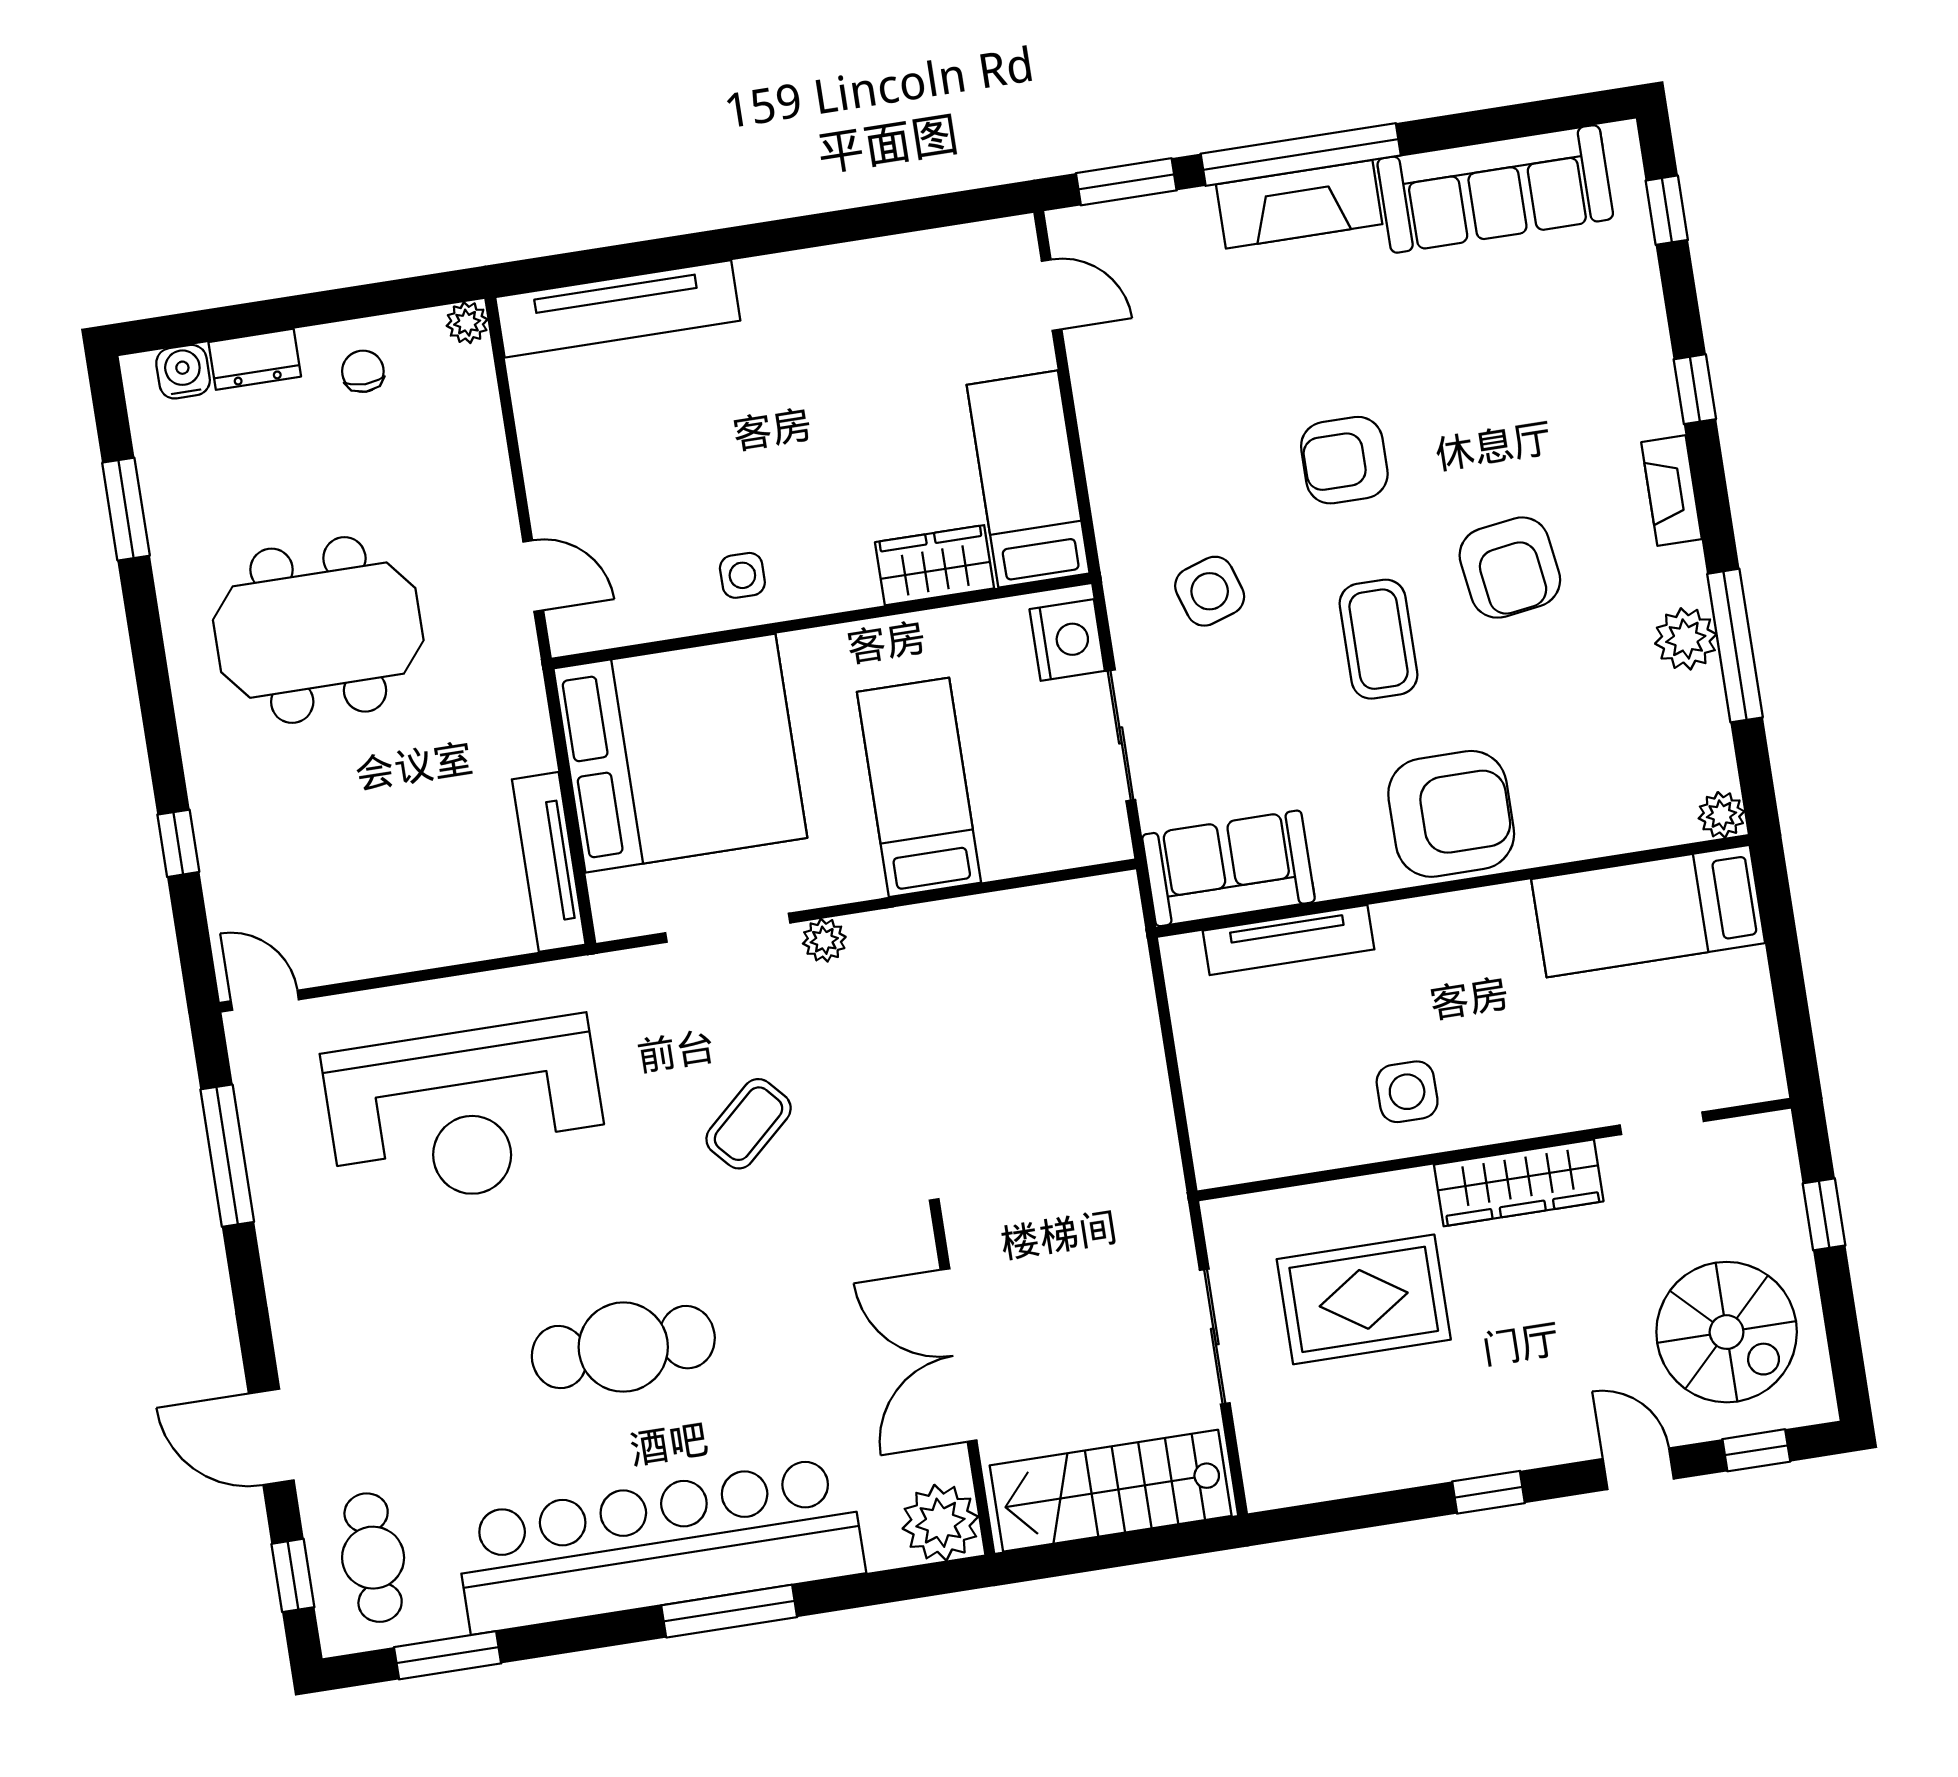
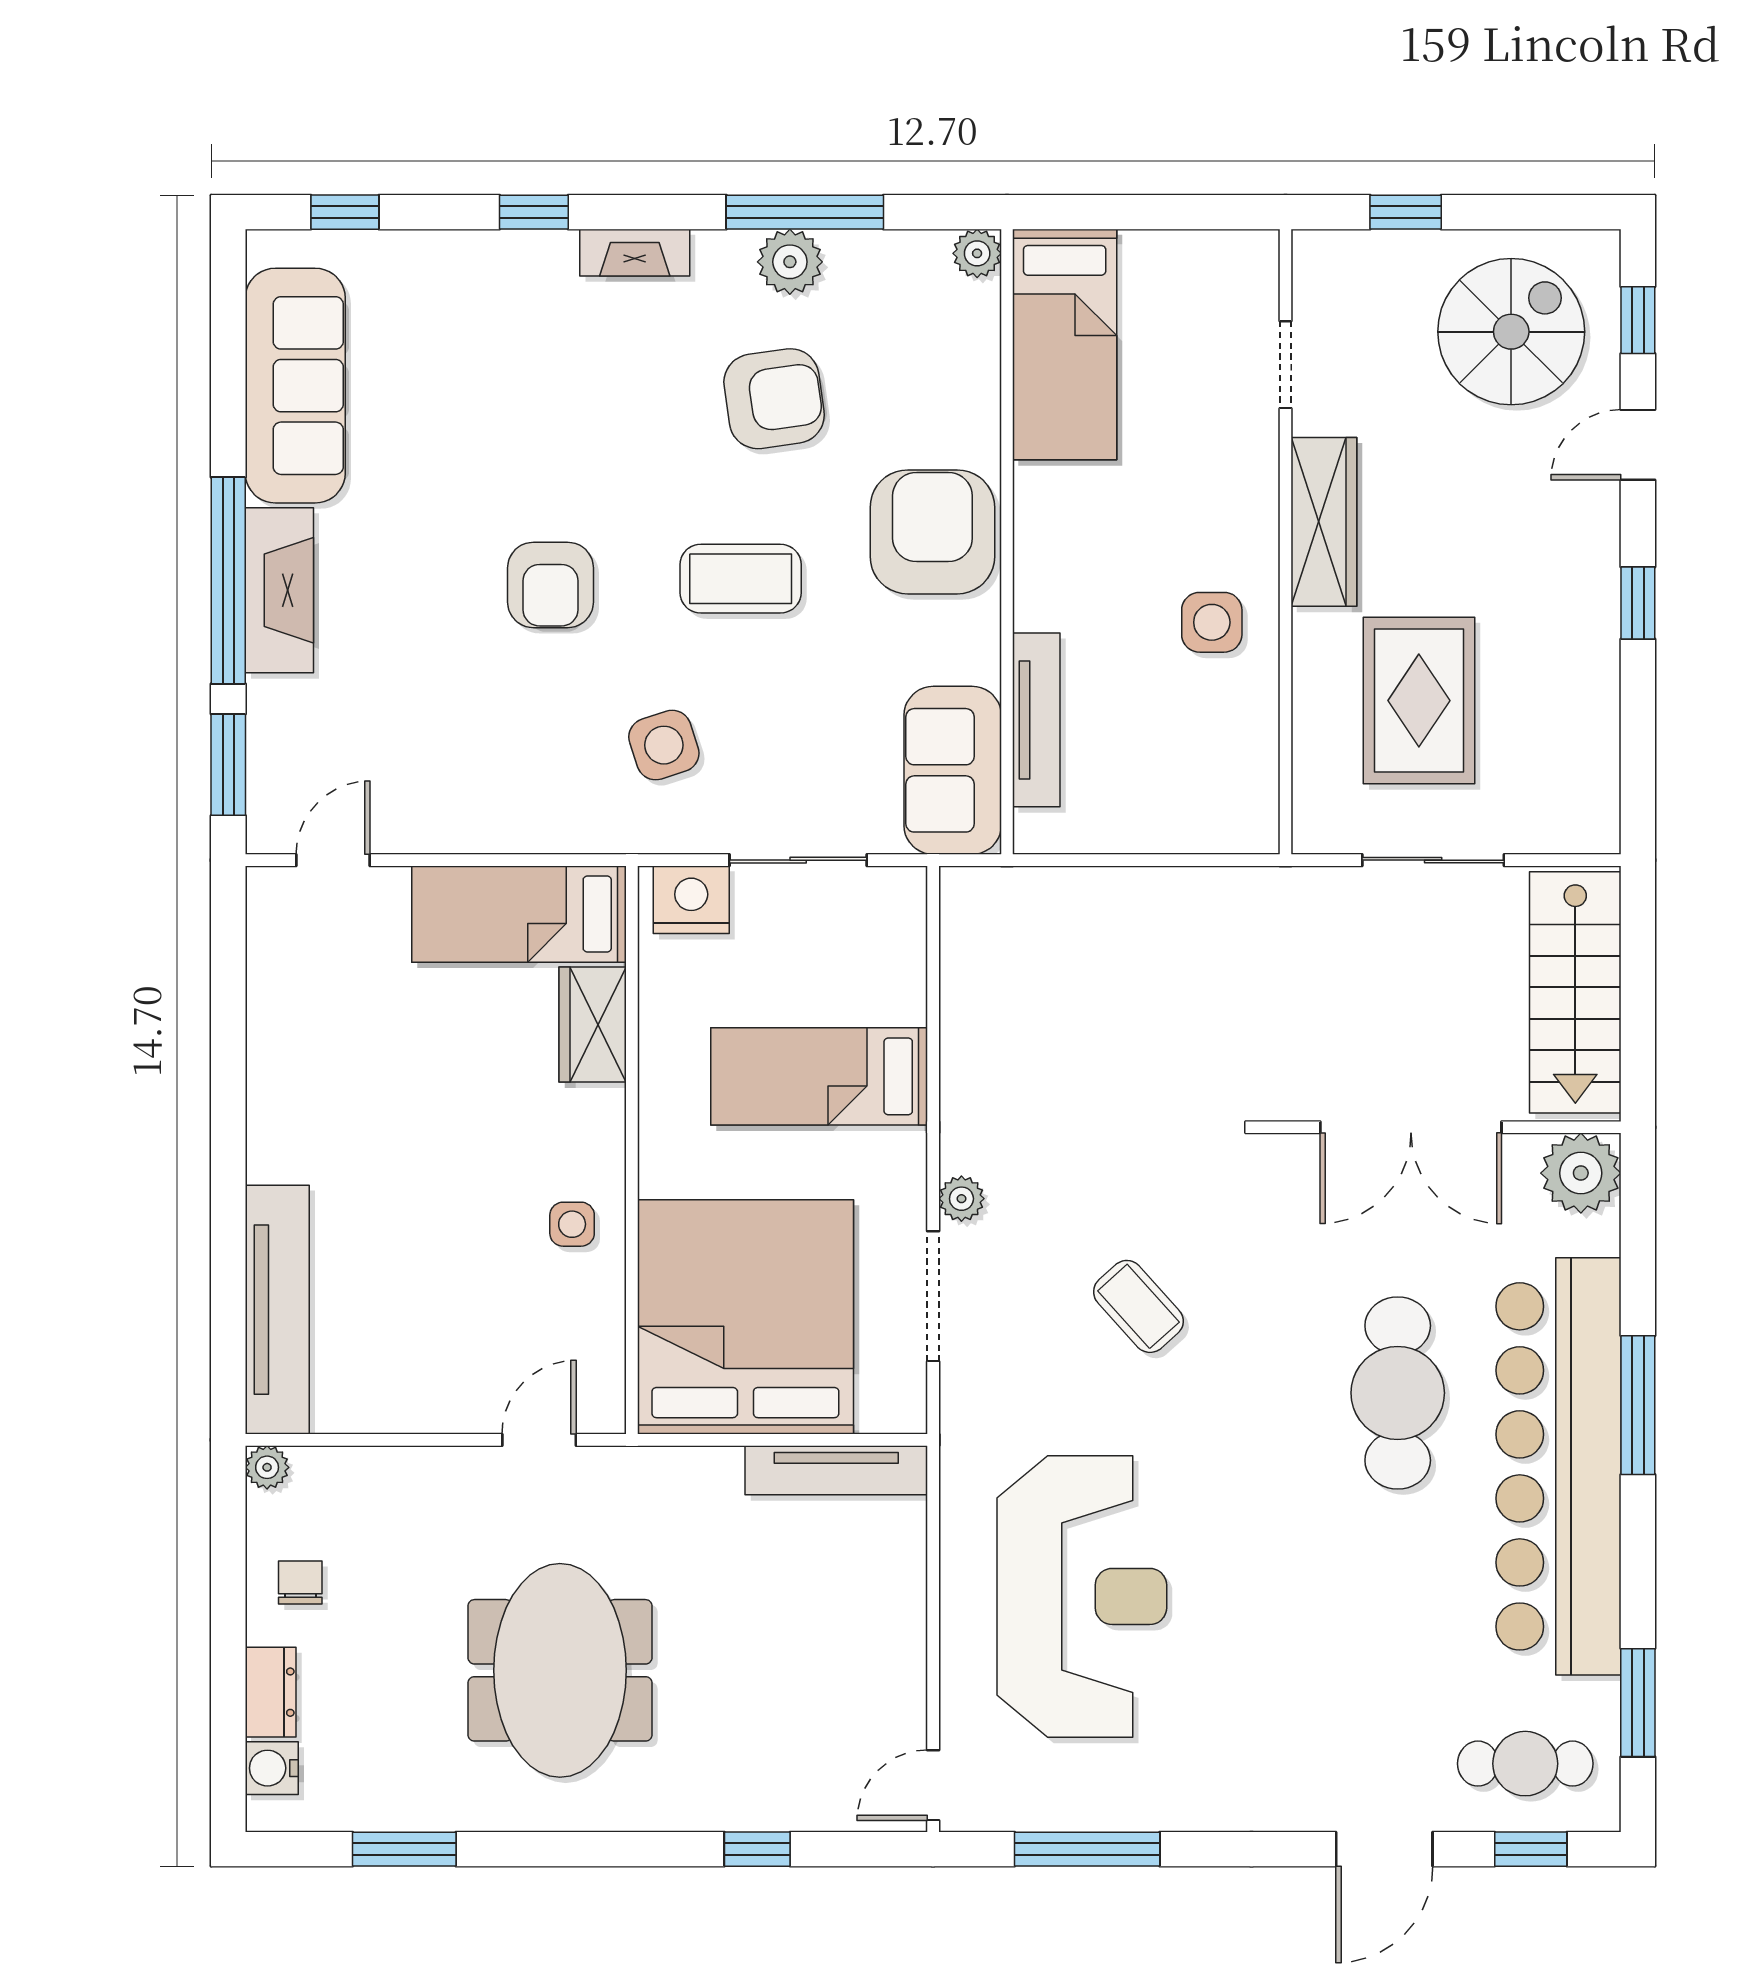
chair: (363, 371) -> (300, 1583), turned 90
armchair: (1510, 568) -> (774, 399), moved
cafe table: (623, 1347) -> (1398, 1393), moved

